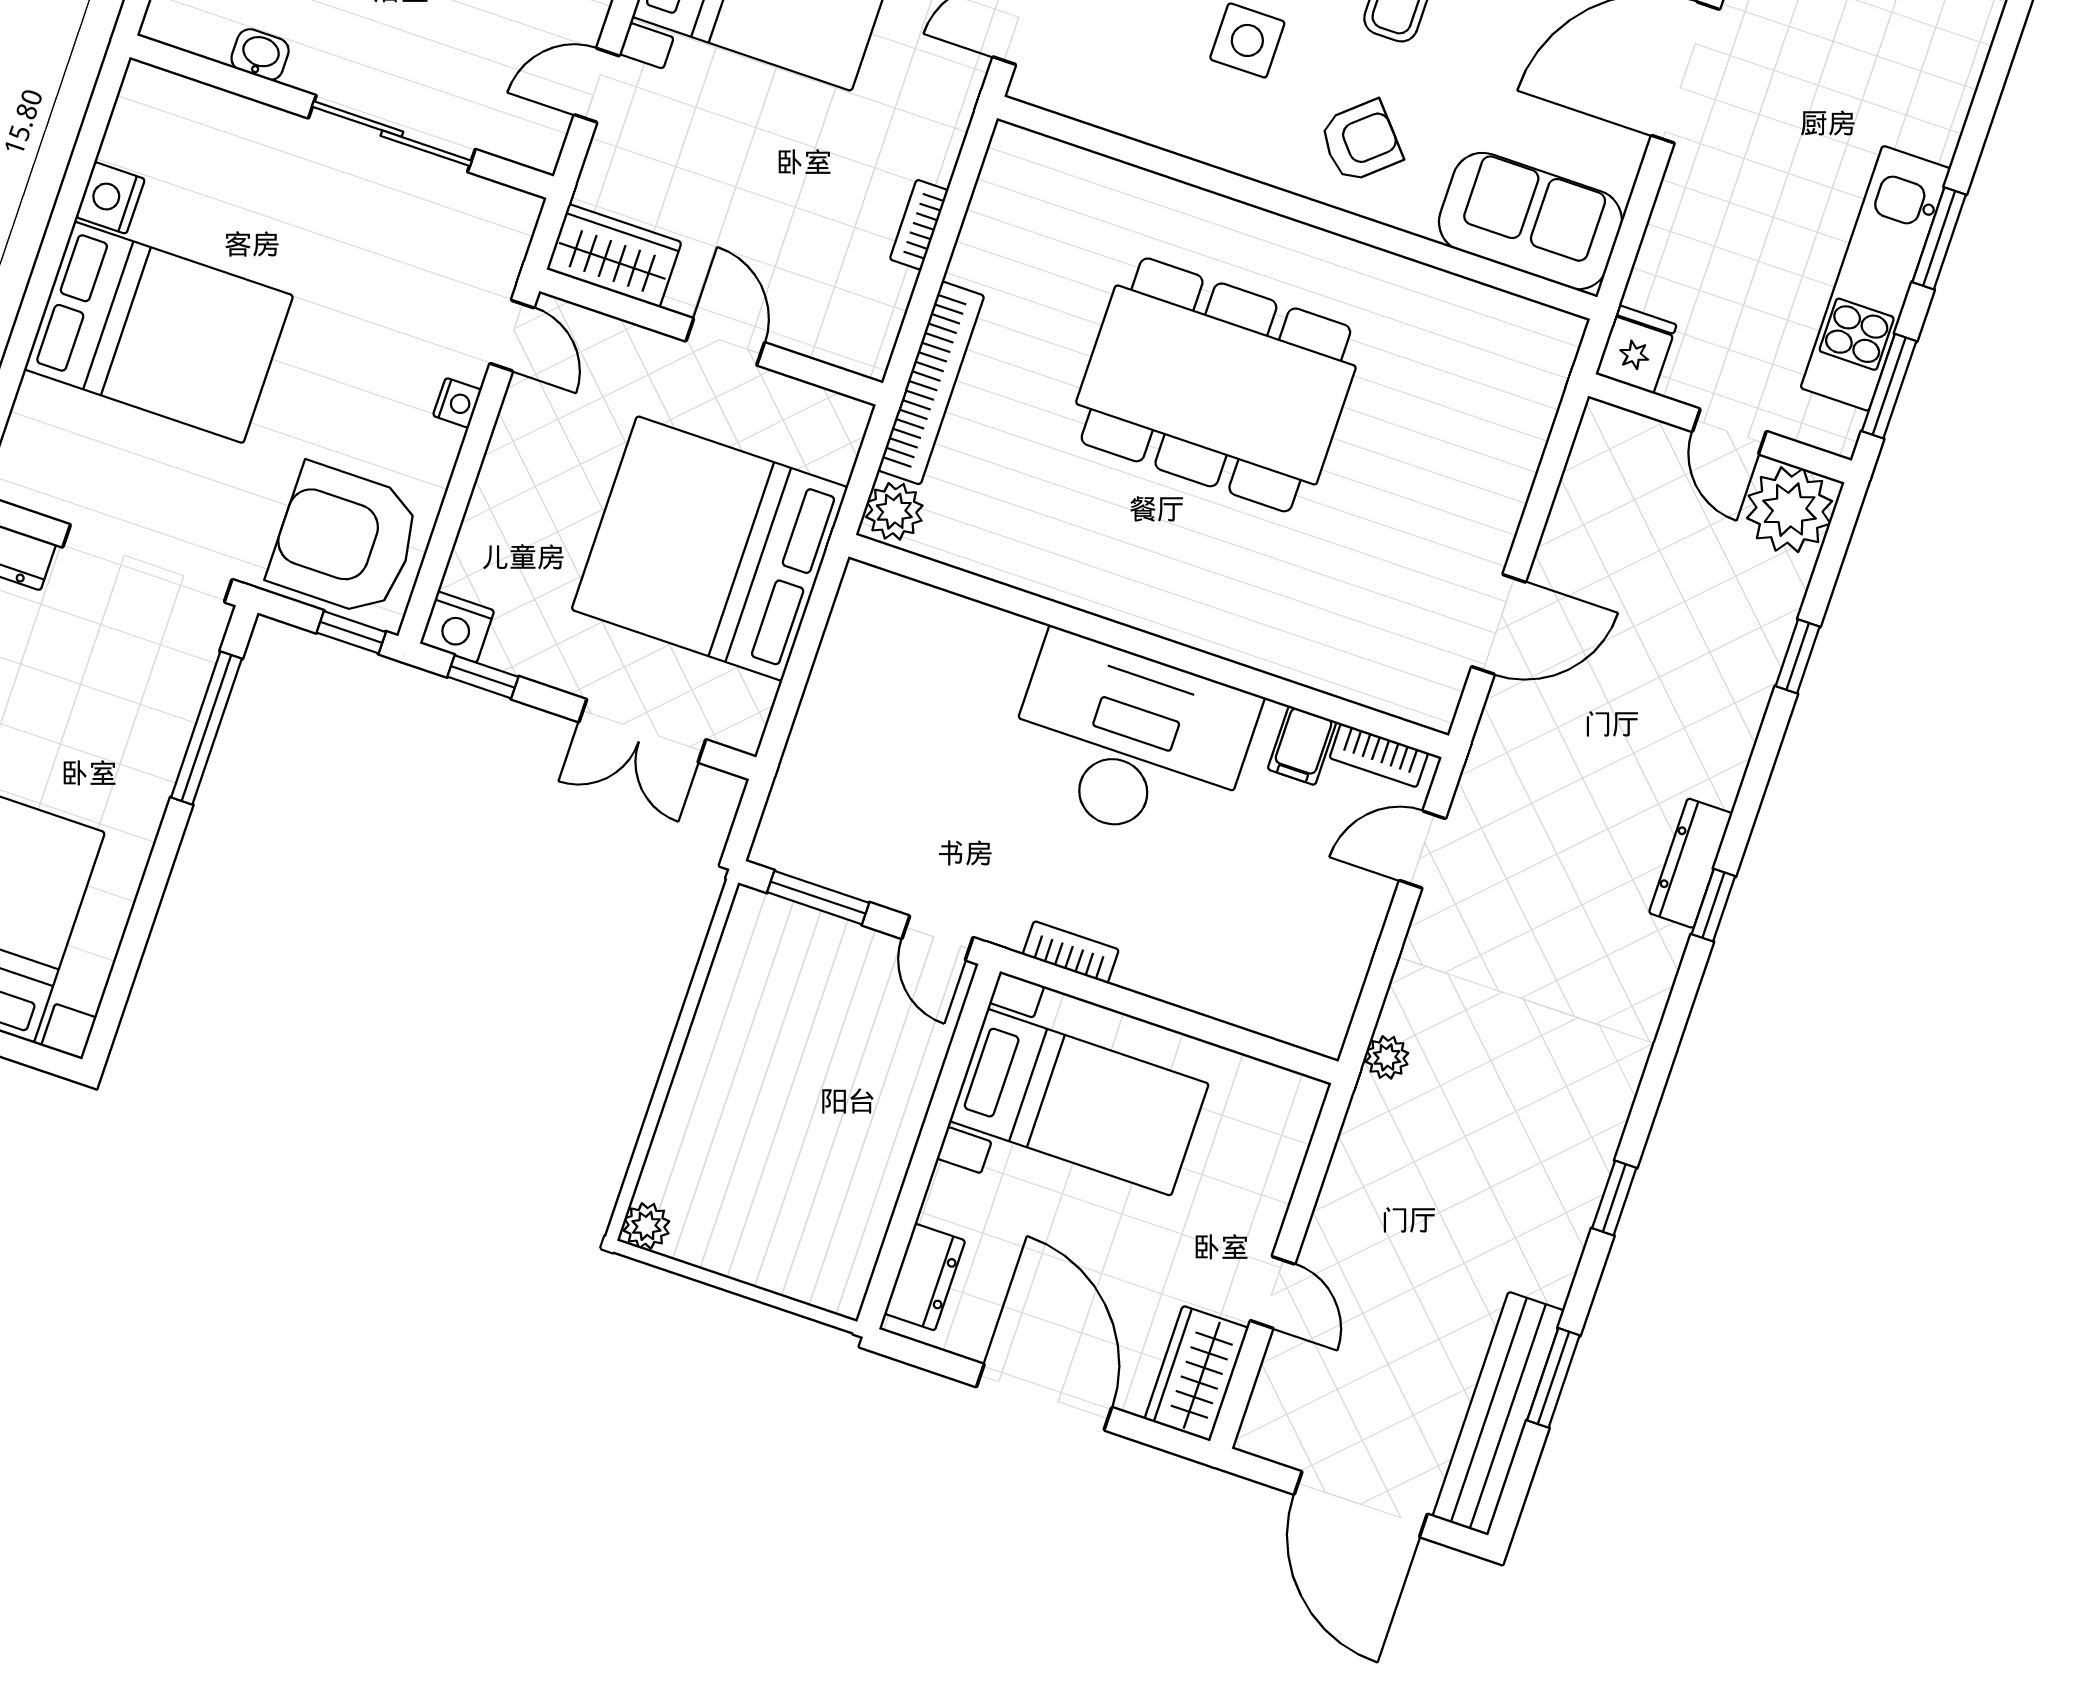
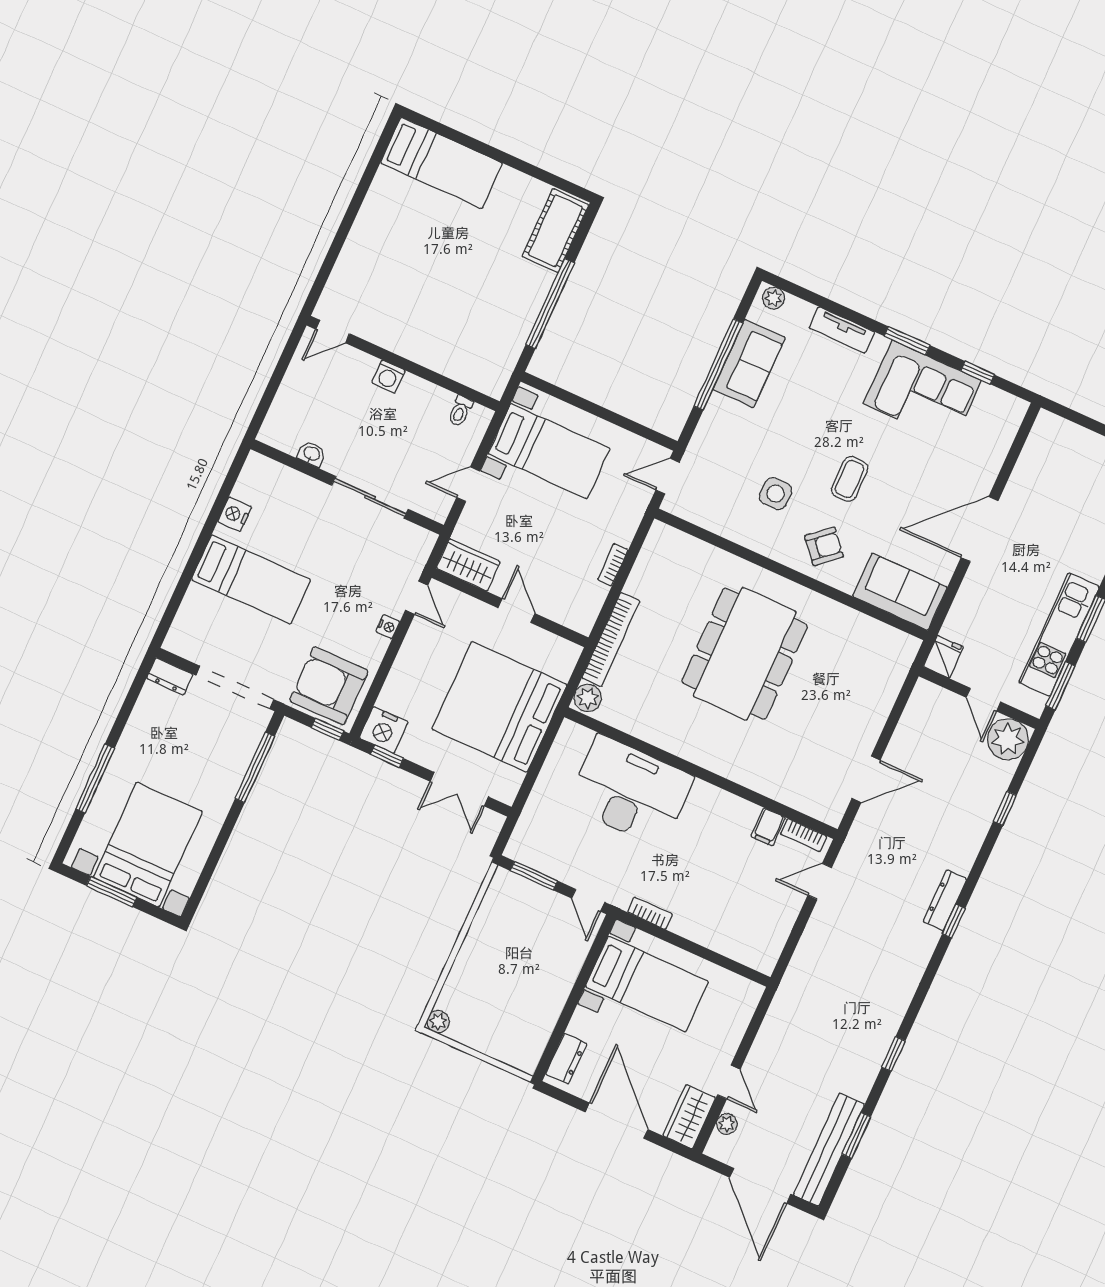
bed: (159, 332) -> (251, 580), width x0.67
dining table: (1216, 385) -> (745, 654), turned 90
nightstand: (457, 627) -> (384, 730), width x1.36, depth x1.33
desk: (1130, 742) -> (630, 791), moved
plant: (1387, 1057) -> (727, 1124), moved

